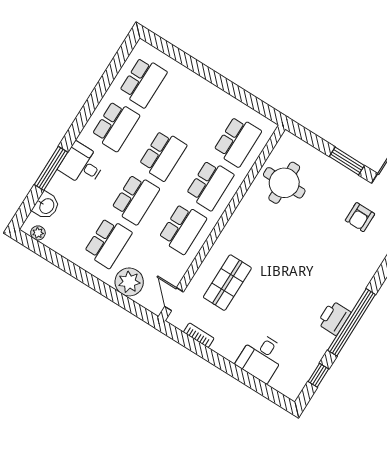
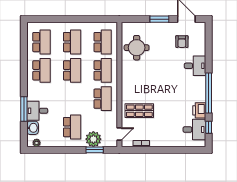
desk: (82, 165) -> (37, 111), moved
school desk: (135, 199) -> (72, 42), moved
desk: (357, 267) -> (195, 66), added
shop shelf: (227, 283) -> (139, 111), turned 90
door: (174, 299) -> (119, 134), swing flipped
window: (121, 300) -> (95, 150), added
printer: (334, 318) -> (199, 110), moved
desk: (261, 357) -> (194, 130), moved, turned -90

